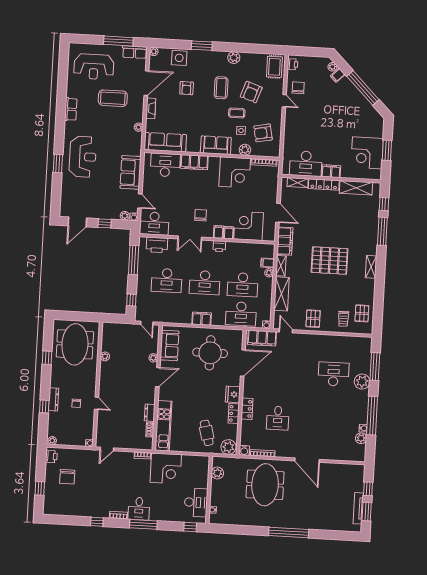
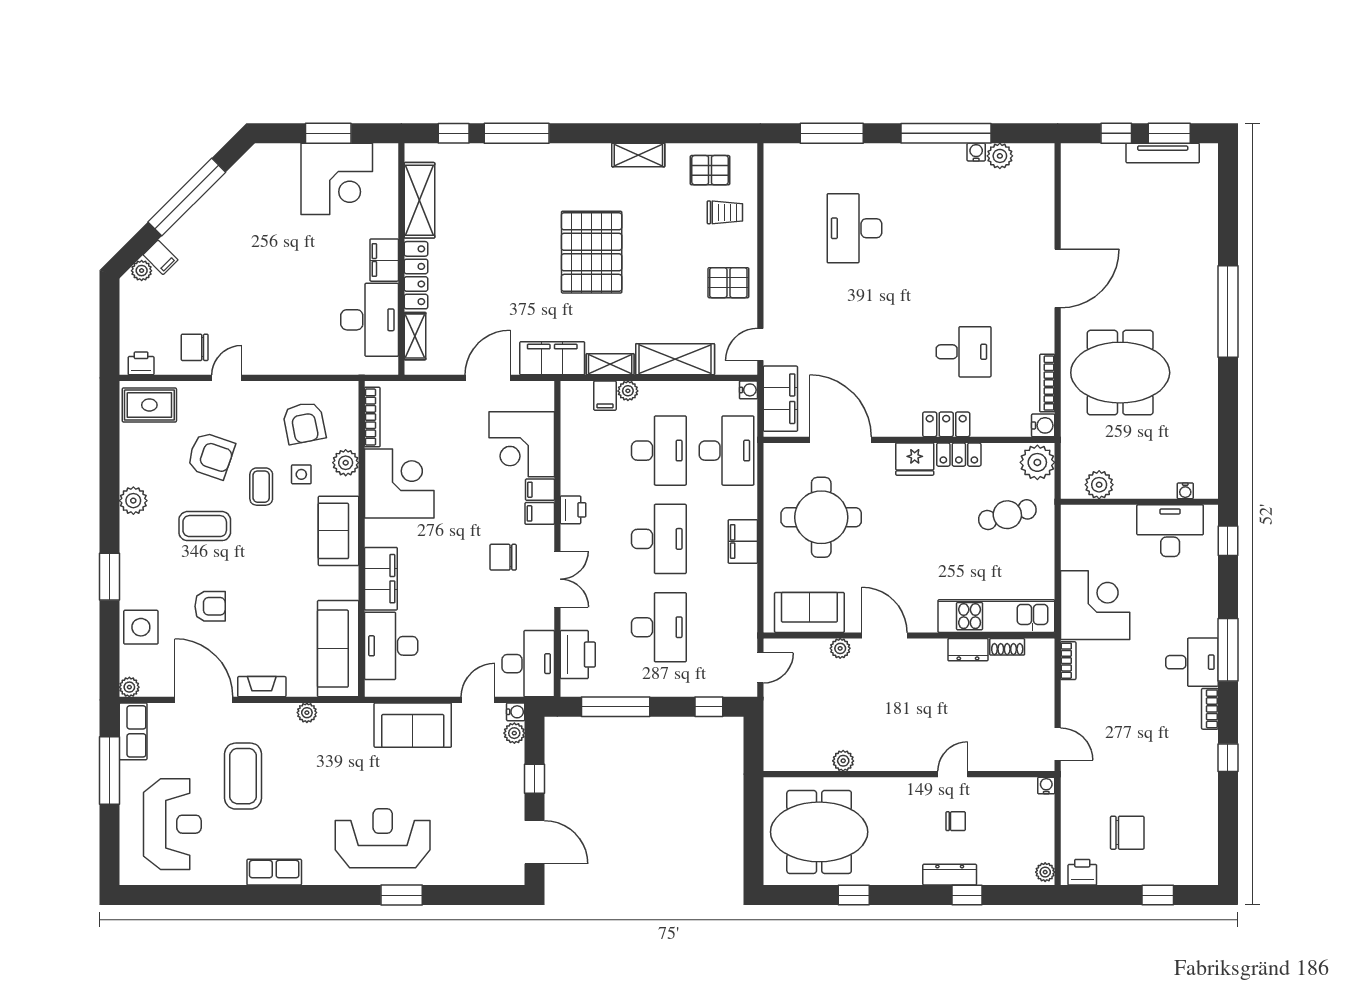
shelving: (371, 267) -> (638, 155), moved
plant: (362, 382) -> (868, 161), removed

